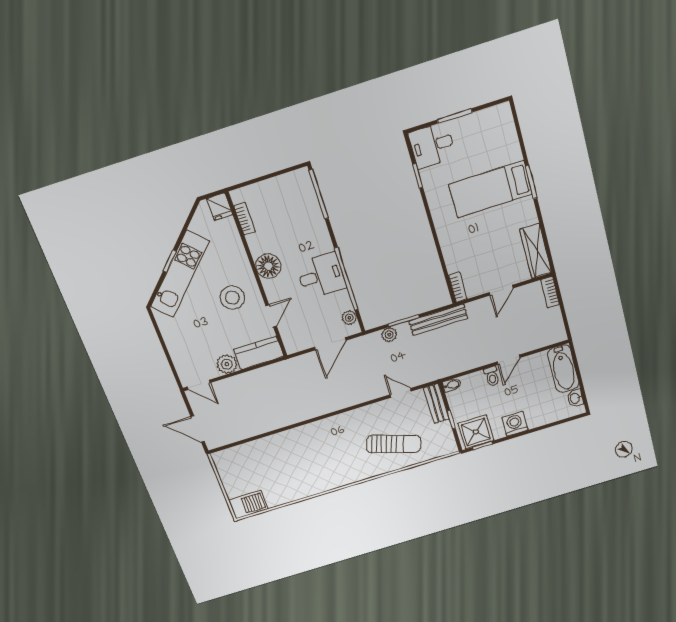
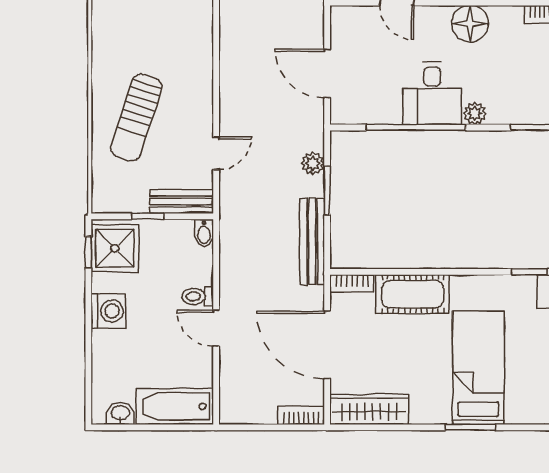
cot: (454, 247) -> (413, 294), added
door: (501, 290) -> (327, 345), width x1.87
plant: (349, 318) -> (475, 113), moved

